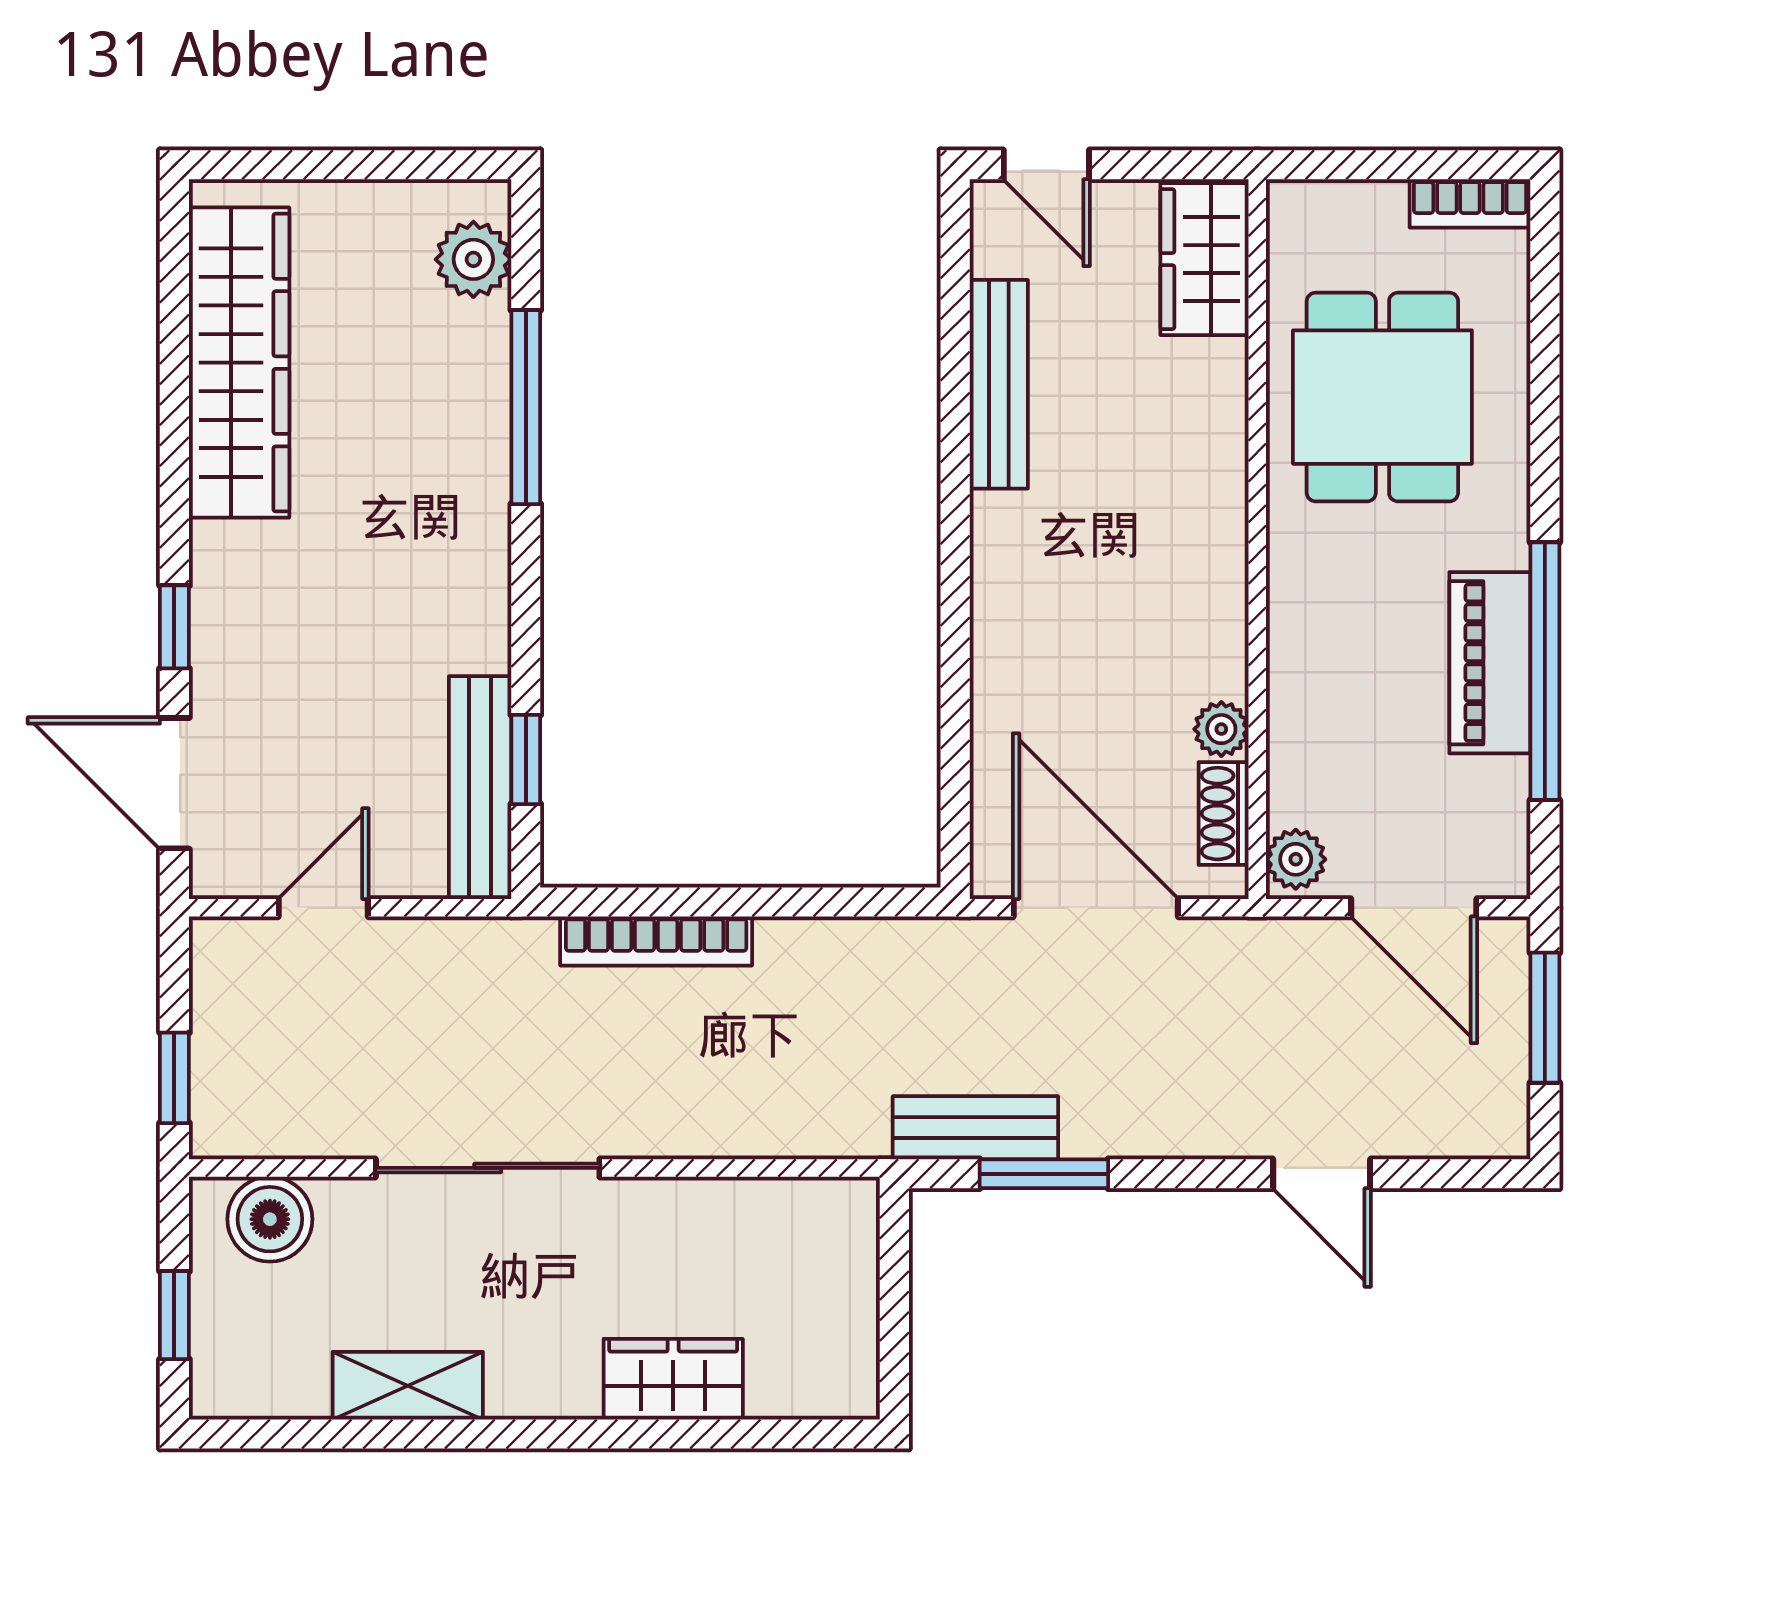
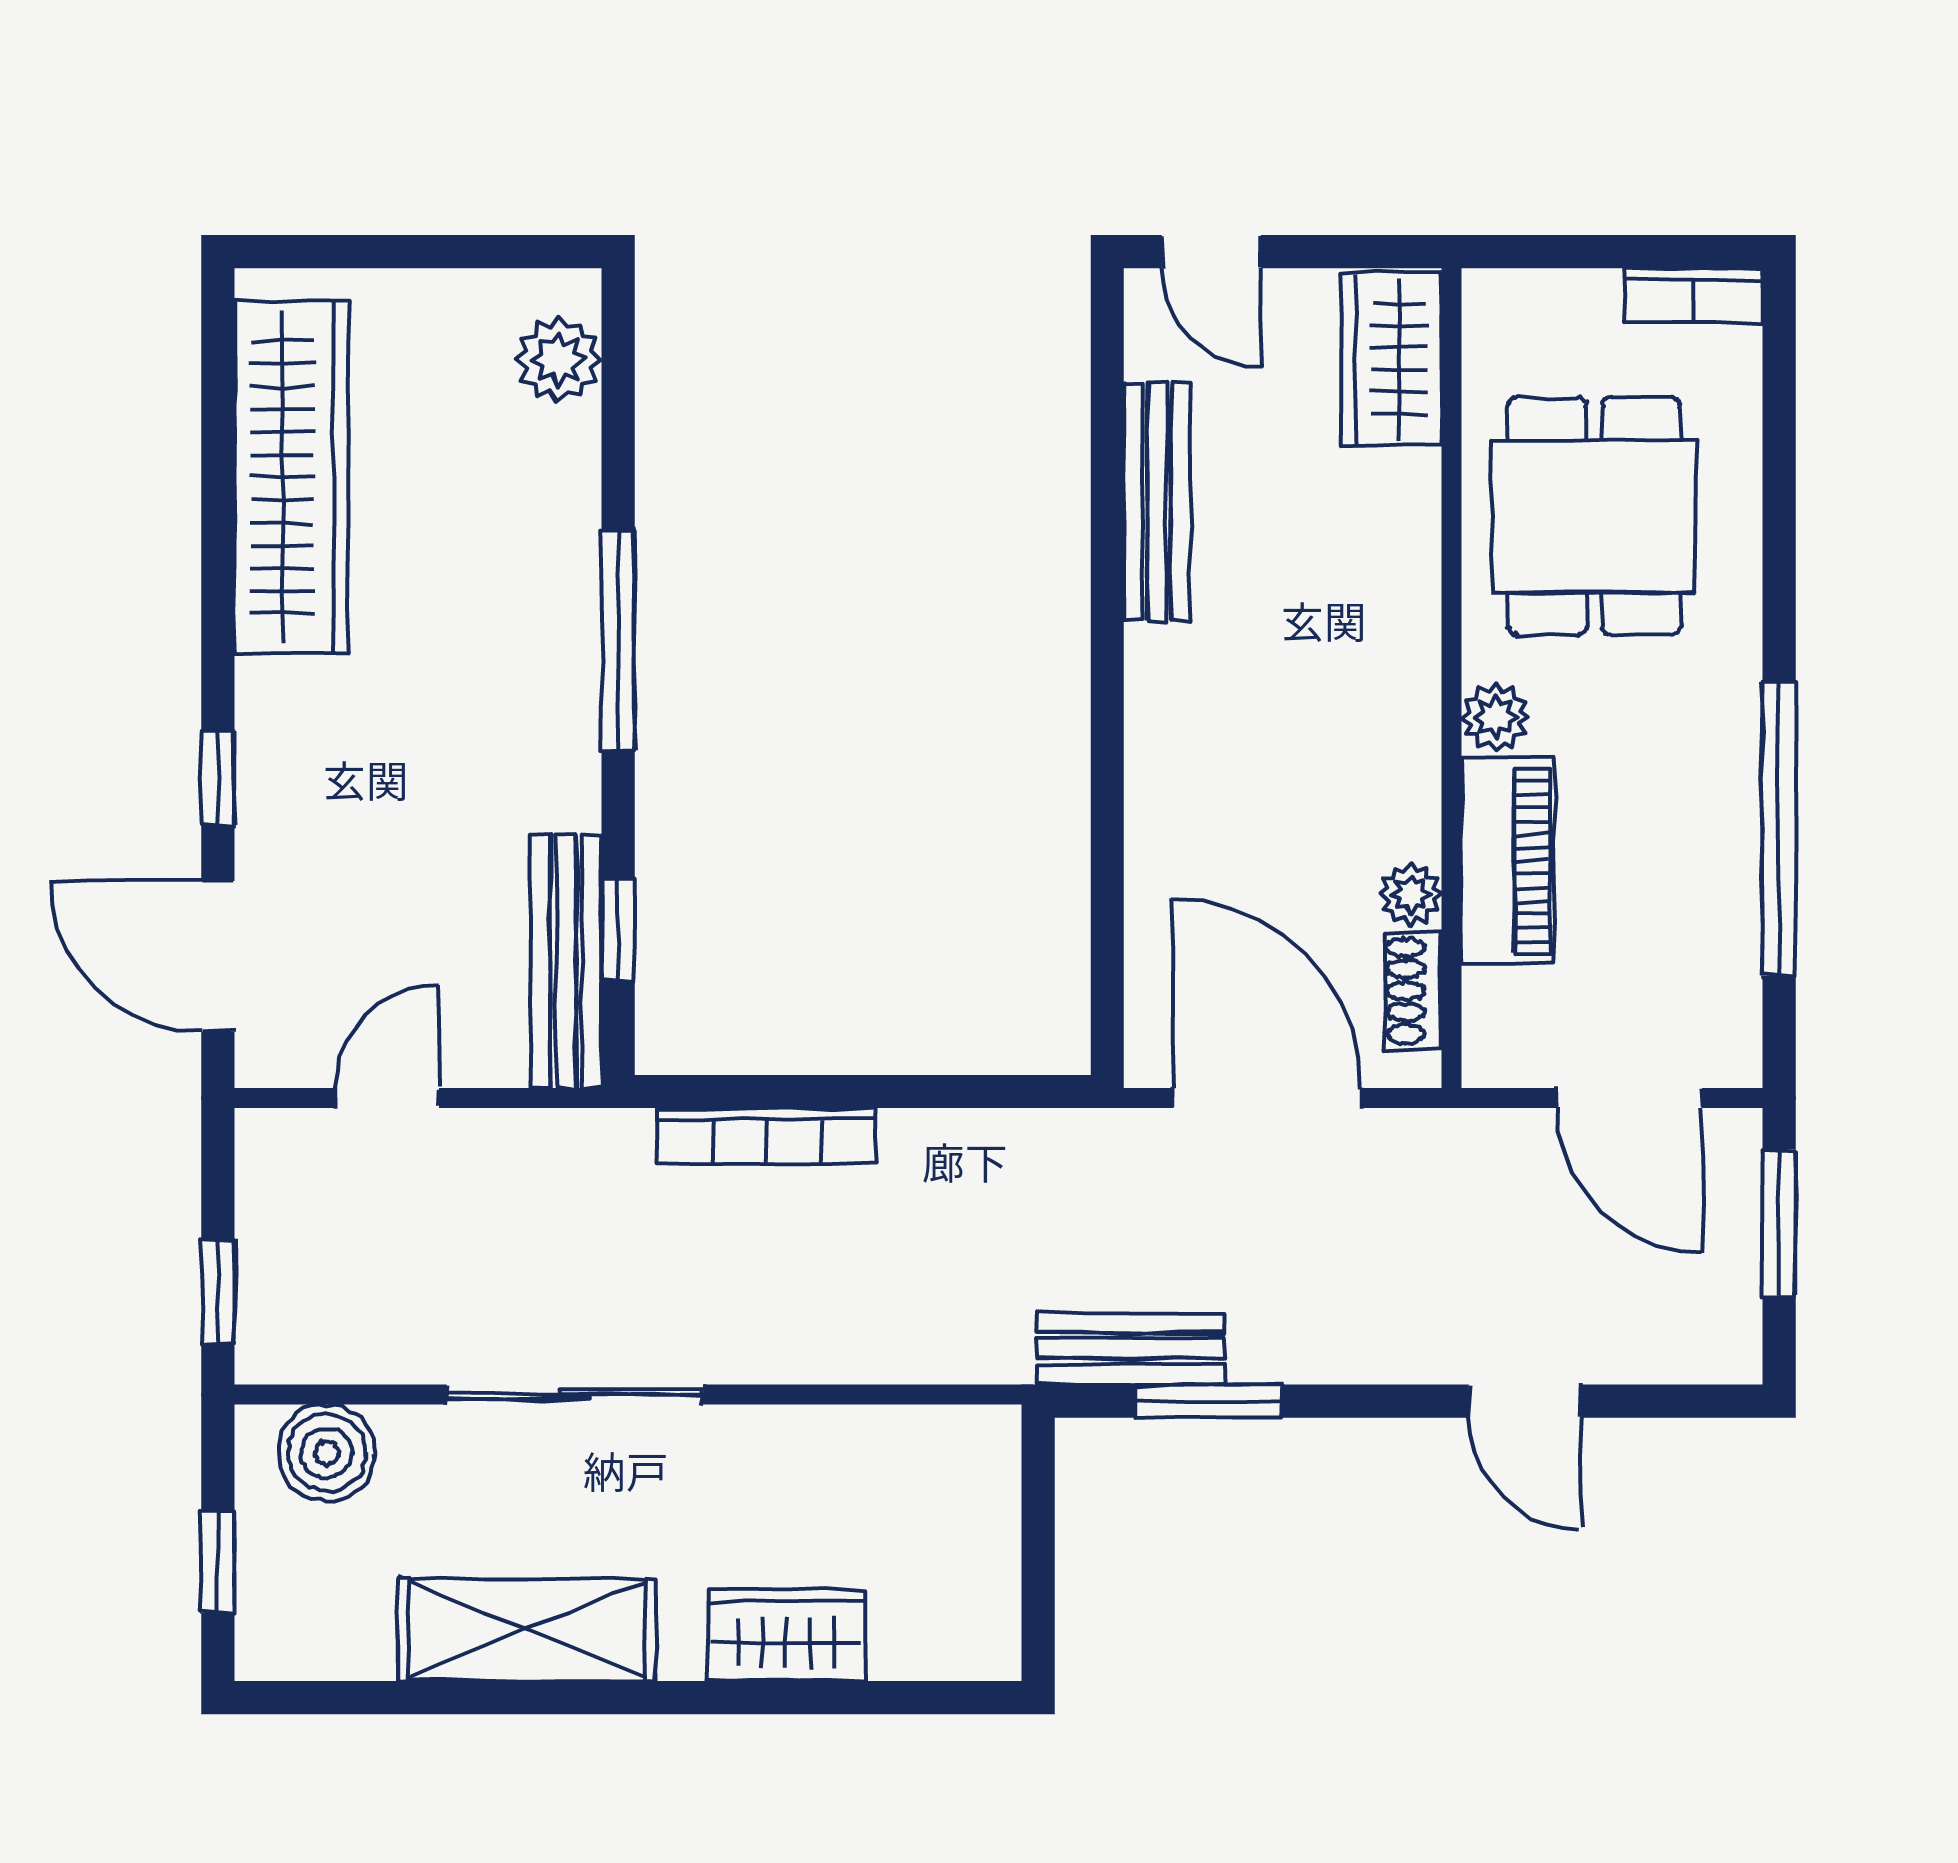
window: (526, 407) -> (618, 641), moved
piano: (1490, 663) -> (1508, 861), moved, turned 180
plant: (1296, 859) -> (1495, 717), moved
shelving: (408, 1386) -> (527, 1630), width x1.50, depth x1.33

